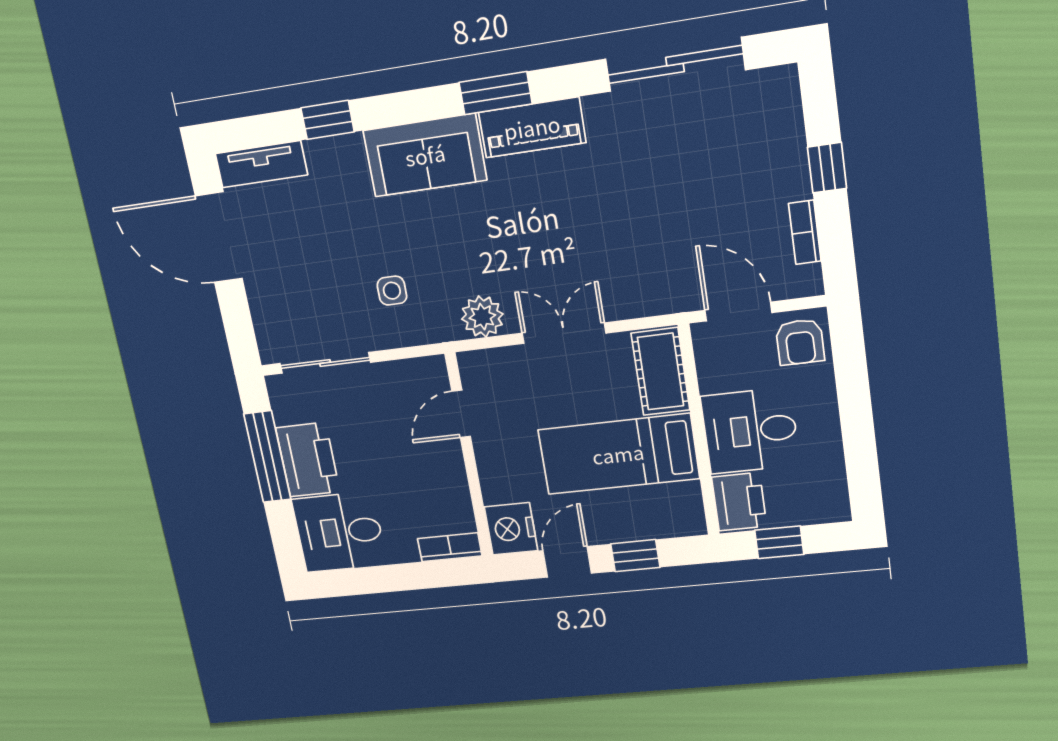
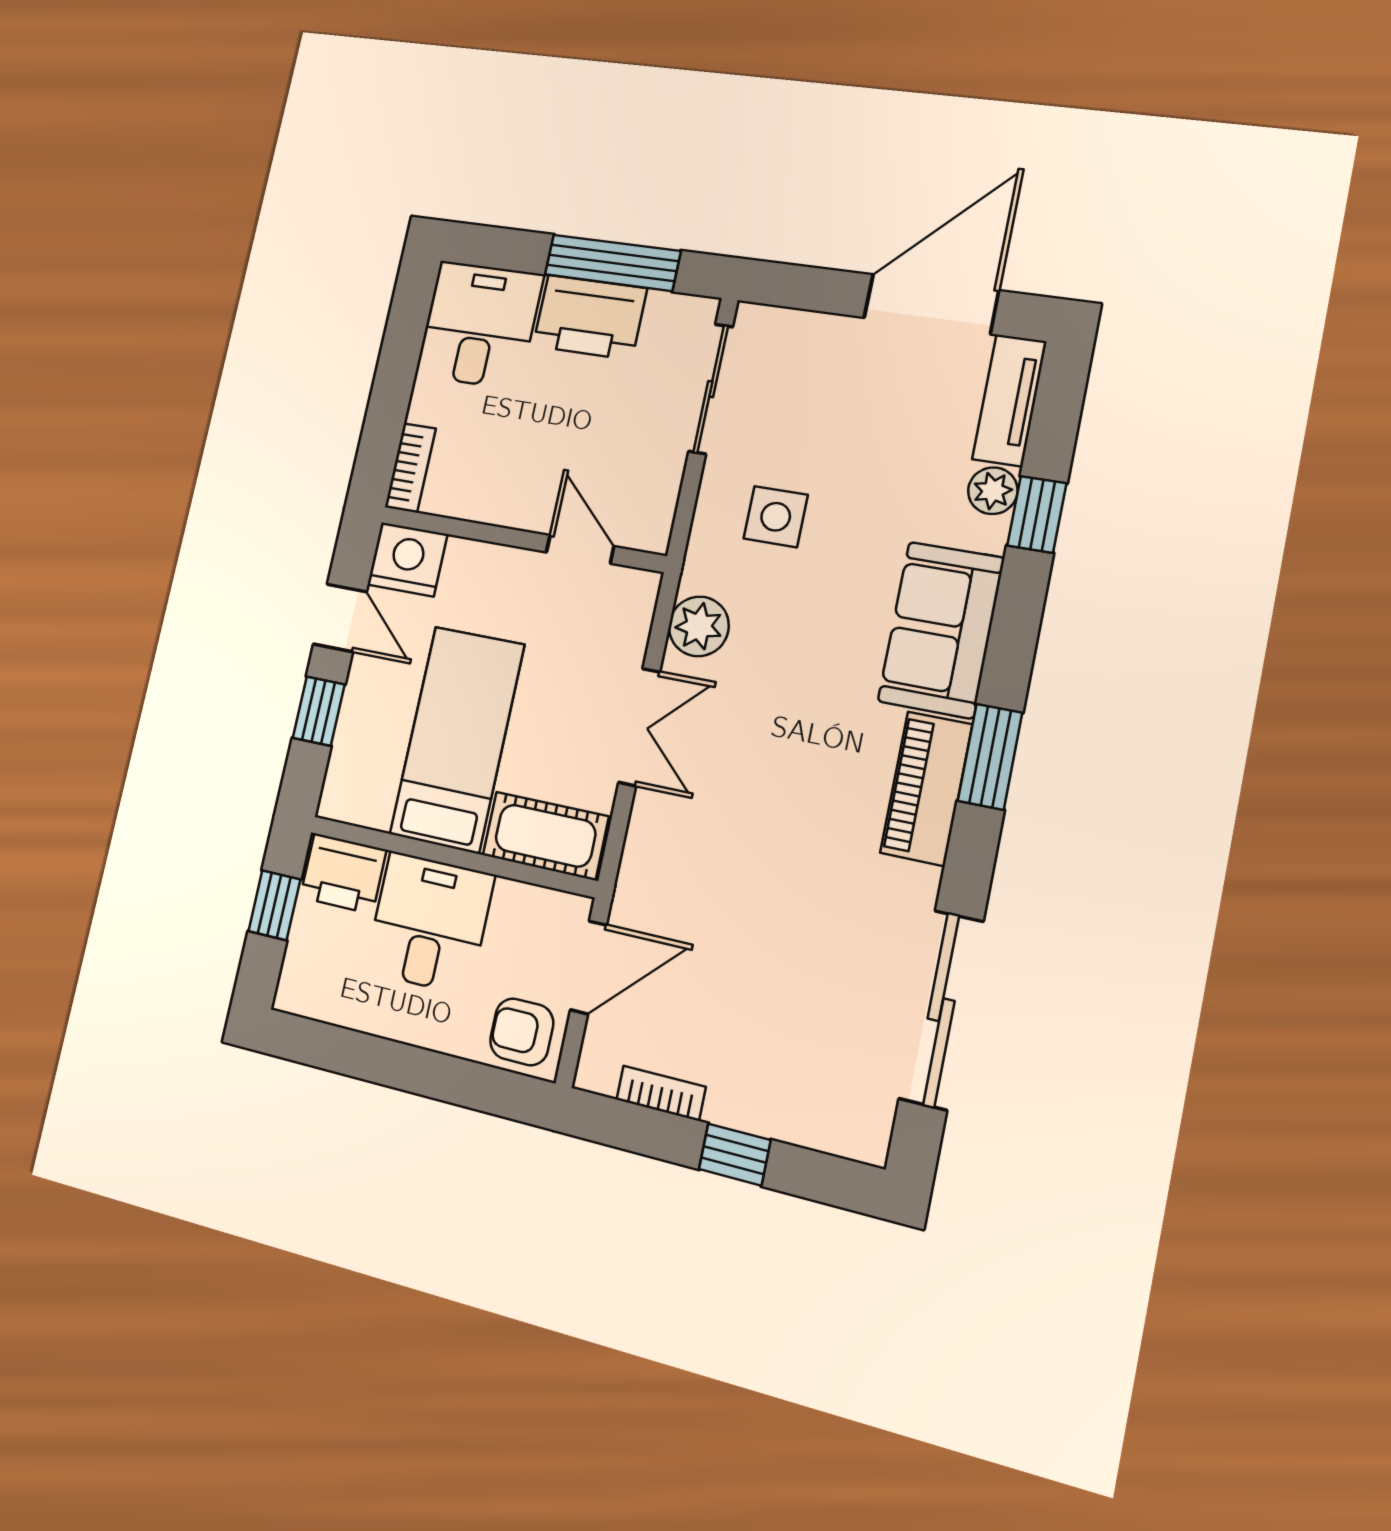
plant: (323, 154) -> (993, 491), added
side table: (392, 291) -> (776, 517), width x1.37, depth x1.37

